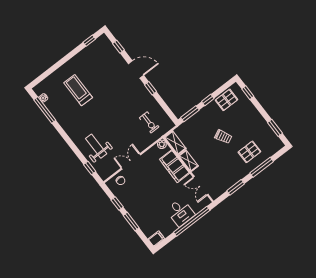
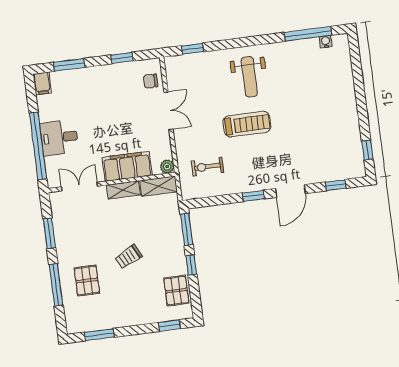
treadmill: (78, 90) -> (247, 124), moved
weight bench: (96, 146) -> (249, 77), moved, turned 90
window: (131, 222) -> (69, 65), moved

